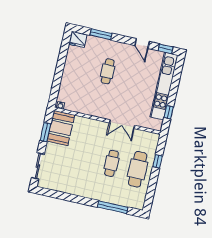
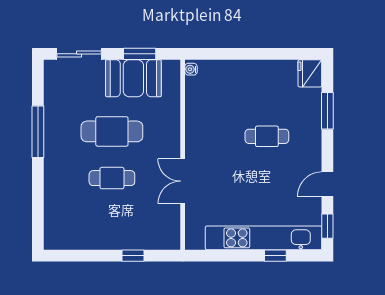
window: (169, 112) -> (275, 256), moved
booth: (61, 128) -> (133, 78), moved
cafe table: (138, 169) -> (112, 131), moved
window: (113, 207) -> (38, 132), moved

